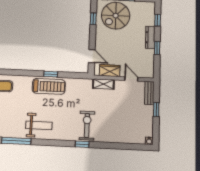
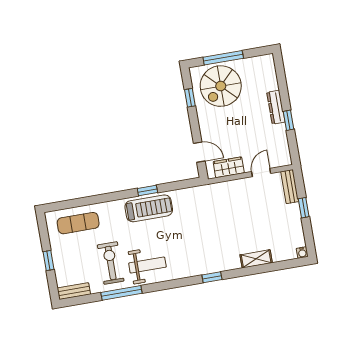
window: (158, 20) -> (281, 79), removed
door: (131, 79) -> (261, 172), hinge flipped
shelving: (103, 84) -> (256, 259), moved
exercise bike: (87, 126) -> (111, 263), moved

